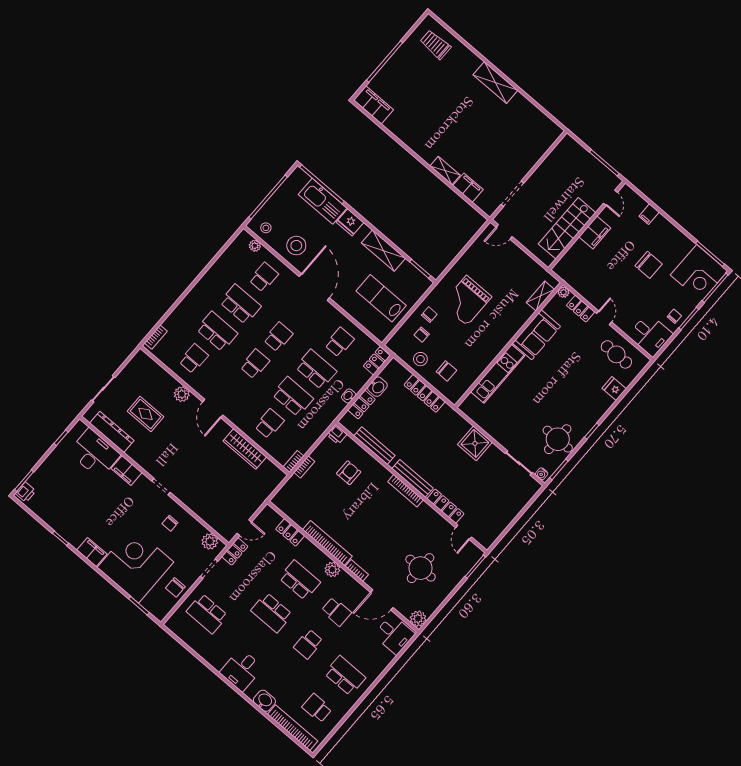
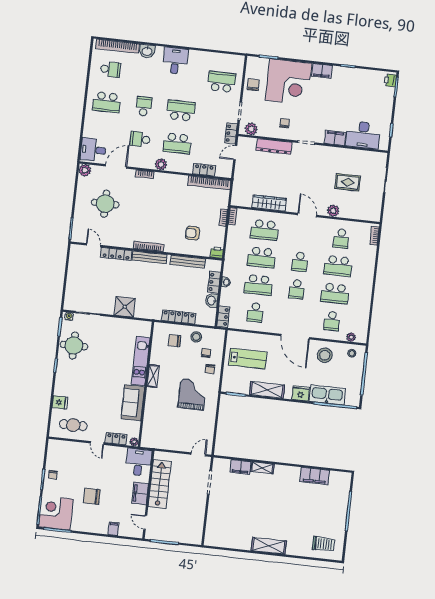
filing cabinet: (373, 105) -> (315, 476), moved
shelving: (540, 296) -> (153, 376), moved
desk: (650, 335) -> (139, 462), moved, turned 90
school desk: (269, 424) -> (264, 230), width x1.85
dresser: (112, 432) -> (274, 146), moved
armchair: (349, 473) -> (193, 233), turned 90
bookcase: (327, 543) -> (209, 183), moved

